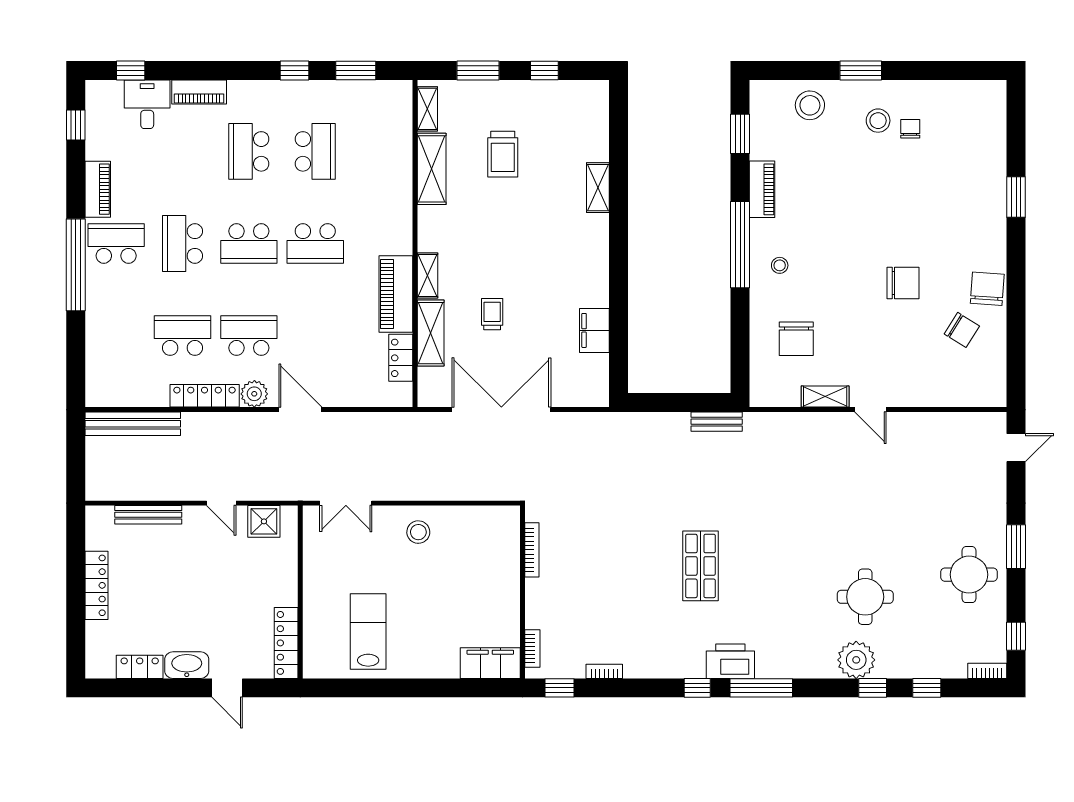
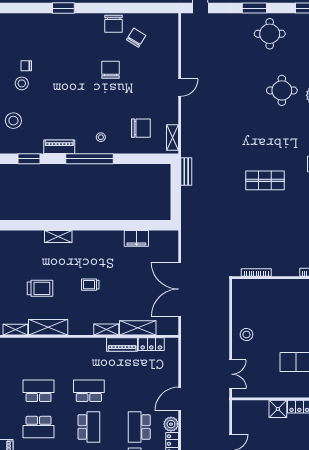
school desk: (315, 243) -> (89, 391), turned -90
chair: (987, 289) -> (114, 24), turned -94
piano: (396, 294) -> (122, 344), width x0.73, depth x0.75
trolley: (492, 314) -> (90, 285), moved
shelving: (825, 397) -> (172, 138), moved
shower: (264, 521) -> (278, 409), moved

